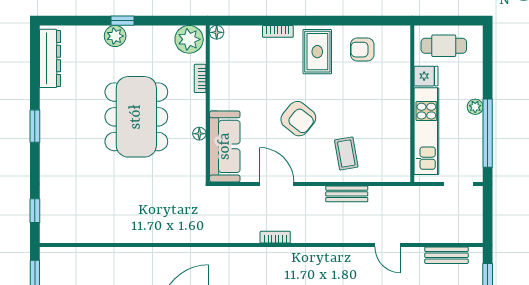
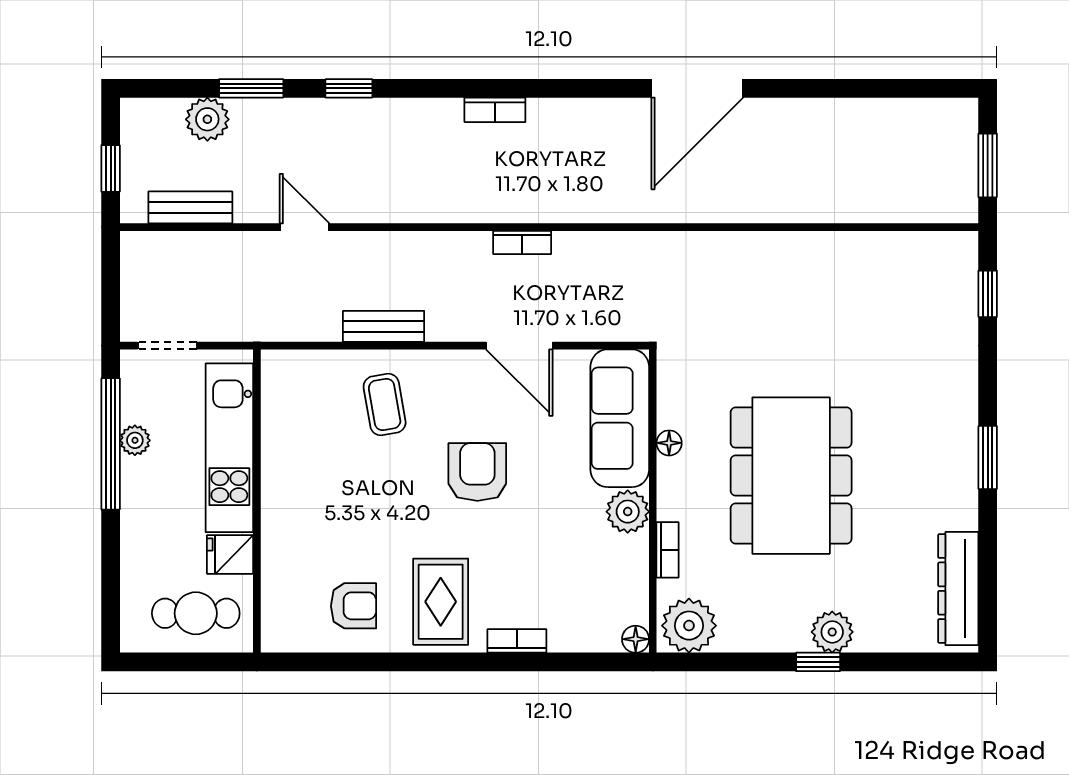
plant: (221, 98) -> (628, 512), added
plant: (475, 107) -> (135, 440), moved
armchair: (298, 119) -> (477, 472), turned 51

